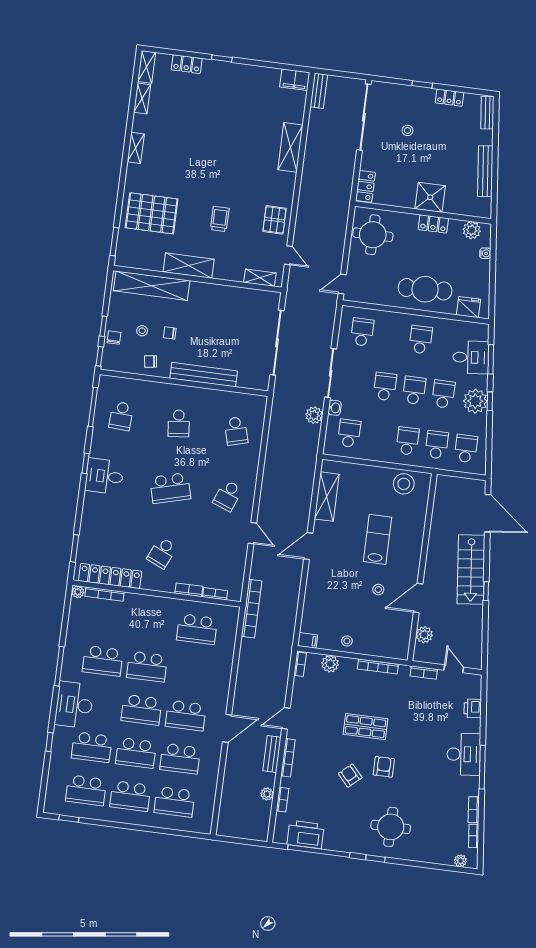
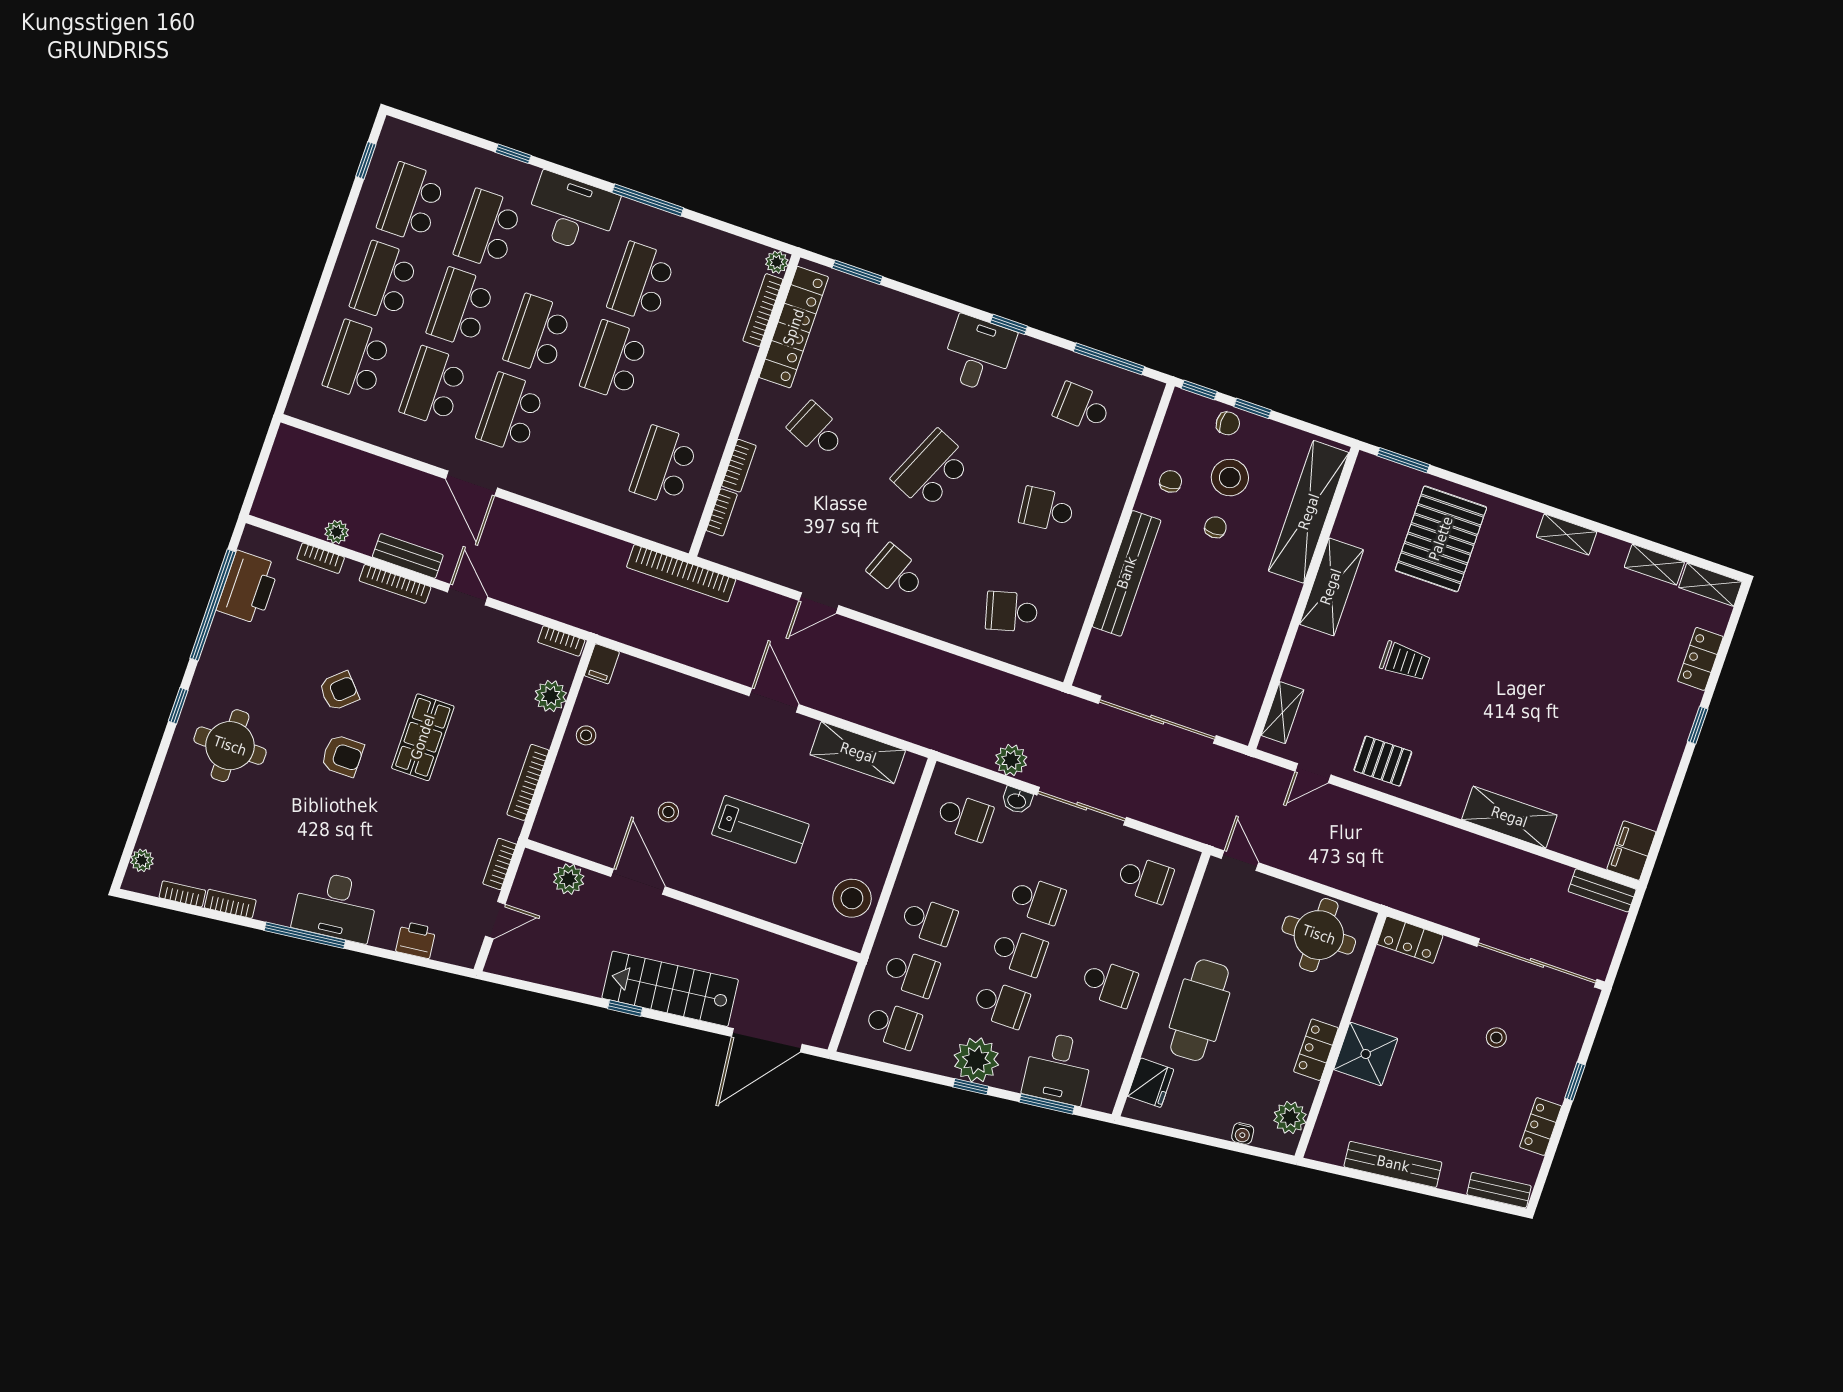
stool: (142, 331) -> (1230, 478), width x1.89, depth x1.89
school desk: (170, 488) -> (932, 470), turned 39

